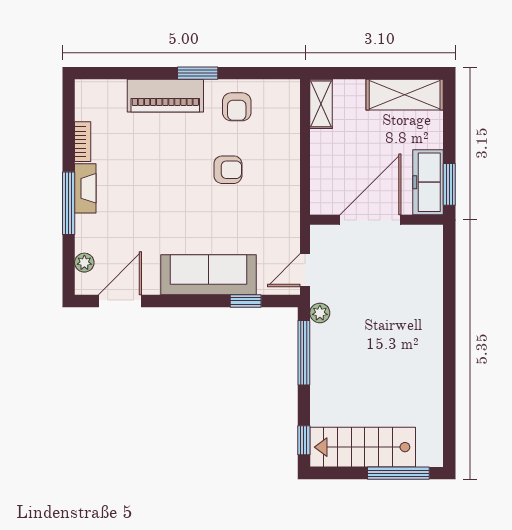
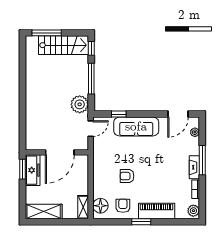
plant: (87, 96) -> (193, 211), added
floor lamp: (284, 107) -> (100, 206), added
plant: (320, 313) -> (80, 104), width x1.87, depth x1.87
window: (304, 353) -> (91, 79), moved

